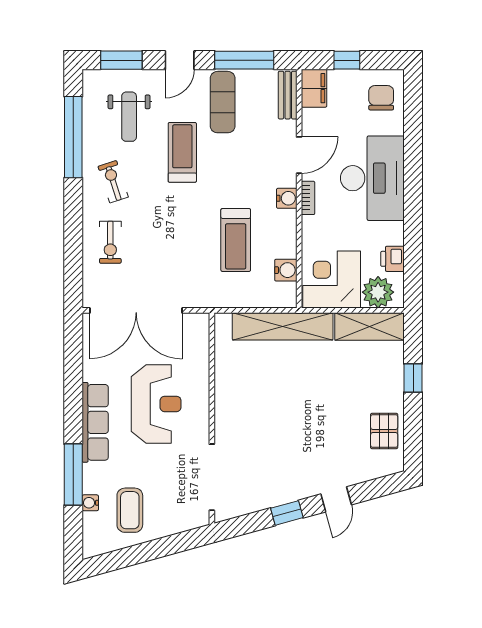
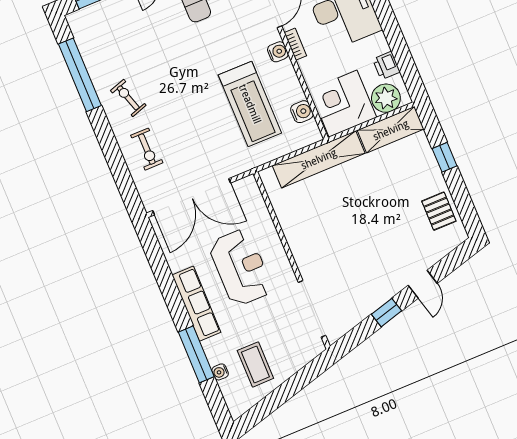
weight bench: (129, 117) -> (119, 39), removed
treadmill: (182, 152) -> (175, 50), removed
treadmill: (236, 240) -> (250, 104), width x1.37, depth x1.38

